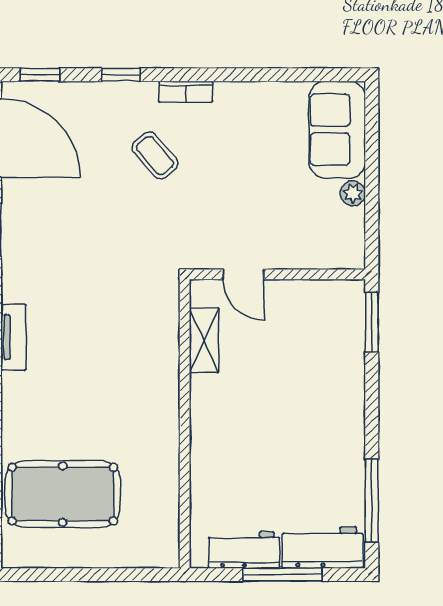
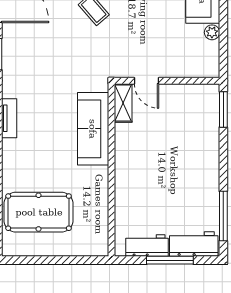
shelving: (204, 340) -> (123, 103), moved
sofa: (154, 355) -> (93, 129), added

